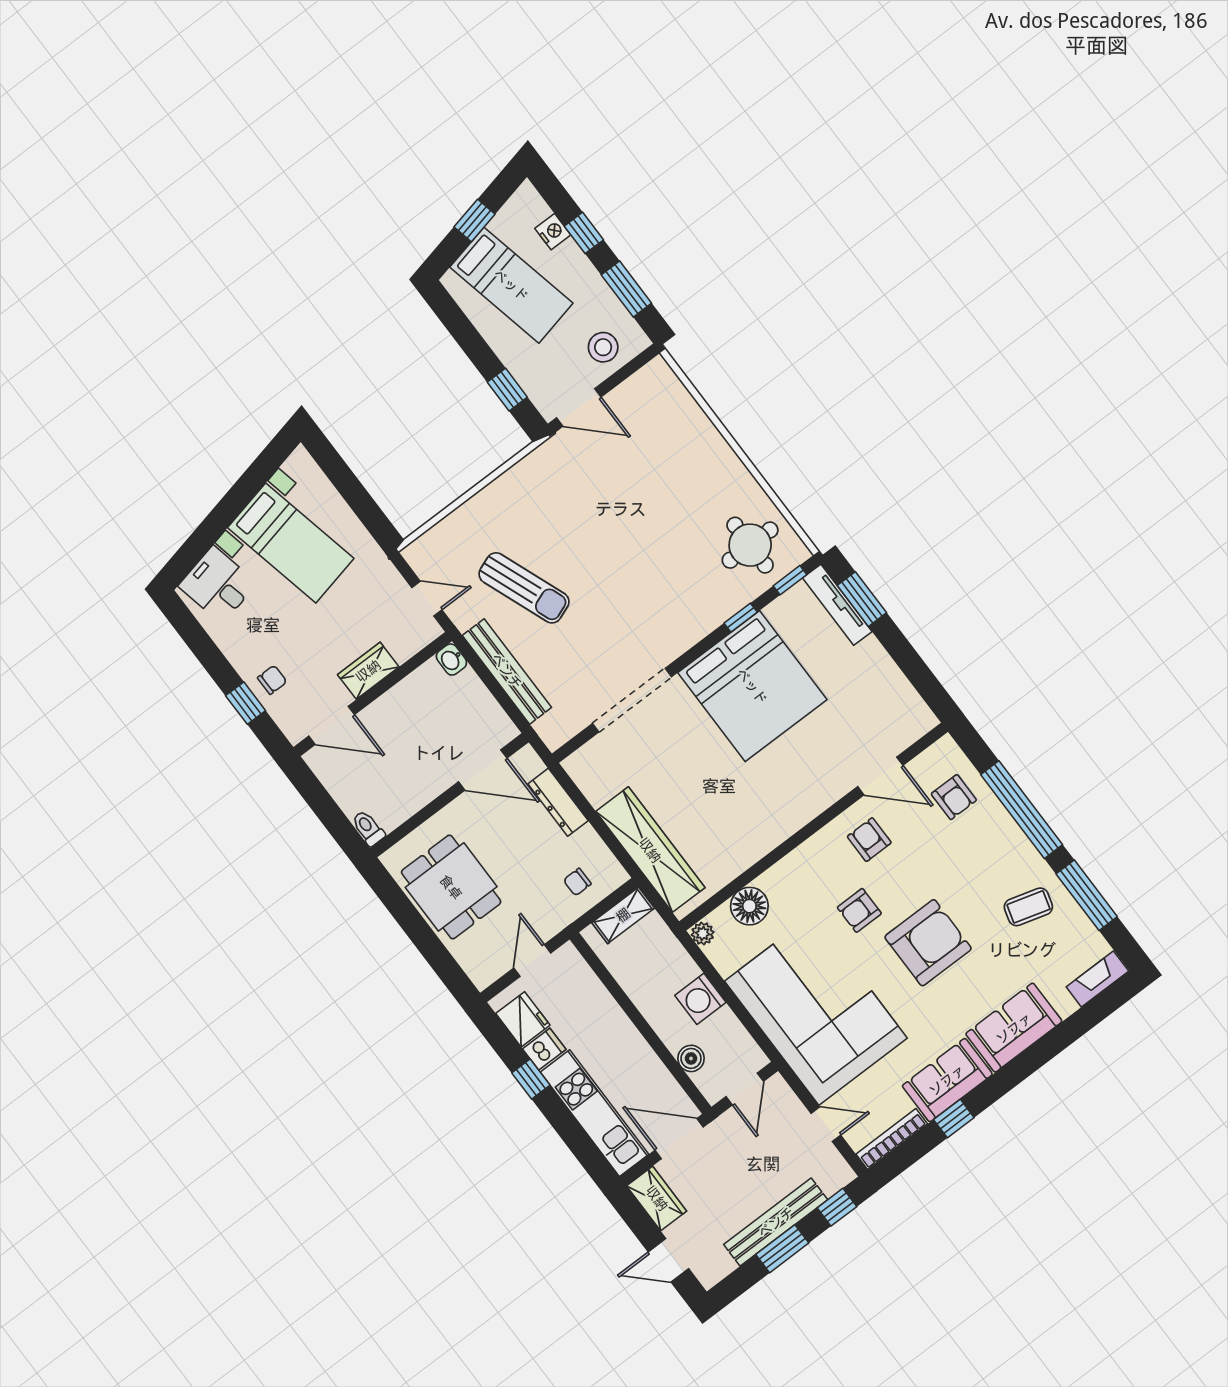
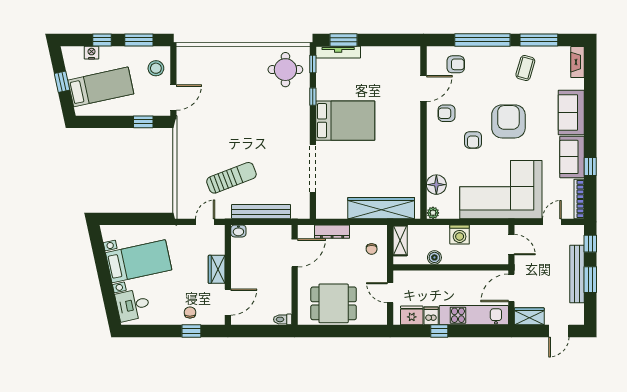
bed: (752, 686) -> (345, 121), width x0.73
boiler: (691, 1058) -> (434, 257), moved

